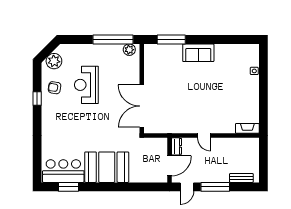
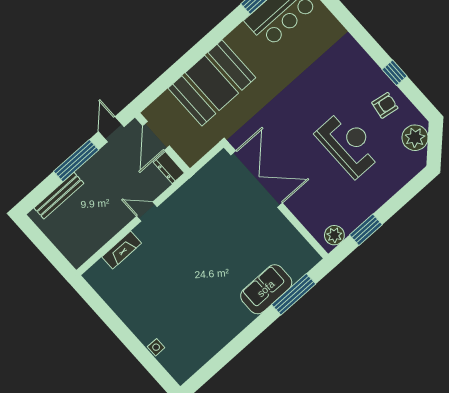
window: (113, 39) -> (366, 230), width x0.47
sofa: (198, 53) -> (266, 289), moved
fireplace: (247, 128) -> (122, 250), moved
booth: (107, 167) -> (212, 83), moved
bench: (241, 178) -> (59, 196), width x1.36

